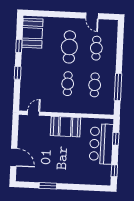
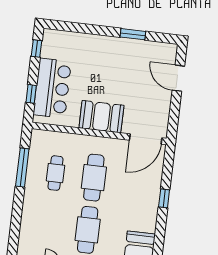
window: (19, 46) -> (160, 236), removed
cafe table: (96, 48) -> (49, 225), removed
cafe table: (68, 84) -> (94, 178), width x1.37, depth x1.35
door: (34, 113) -> (146, 139), width x1.87

